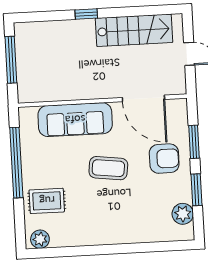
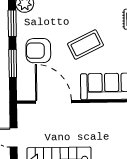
coffee table: (108, 168) -> (85, 45), turned -33

